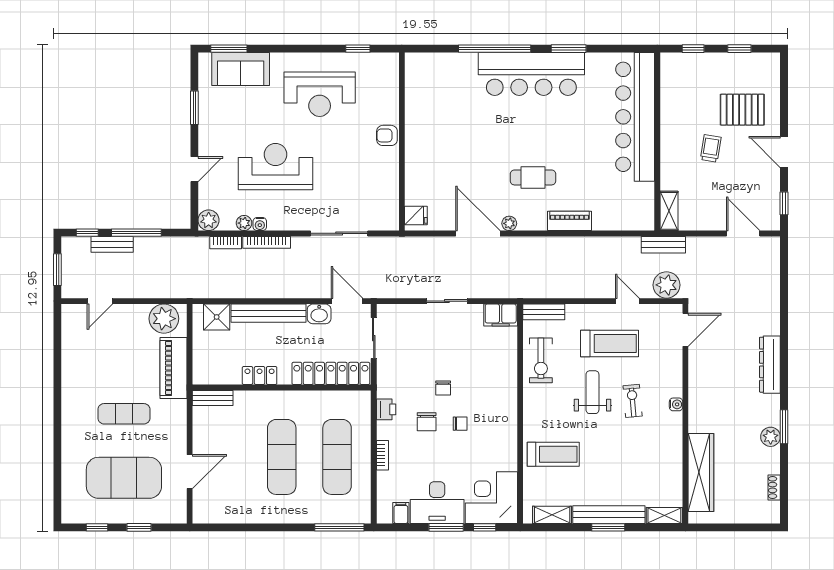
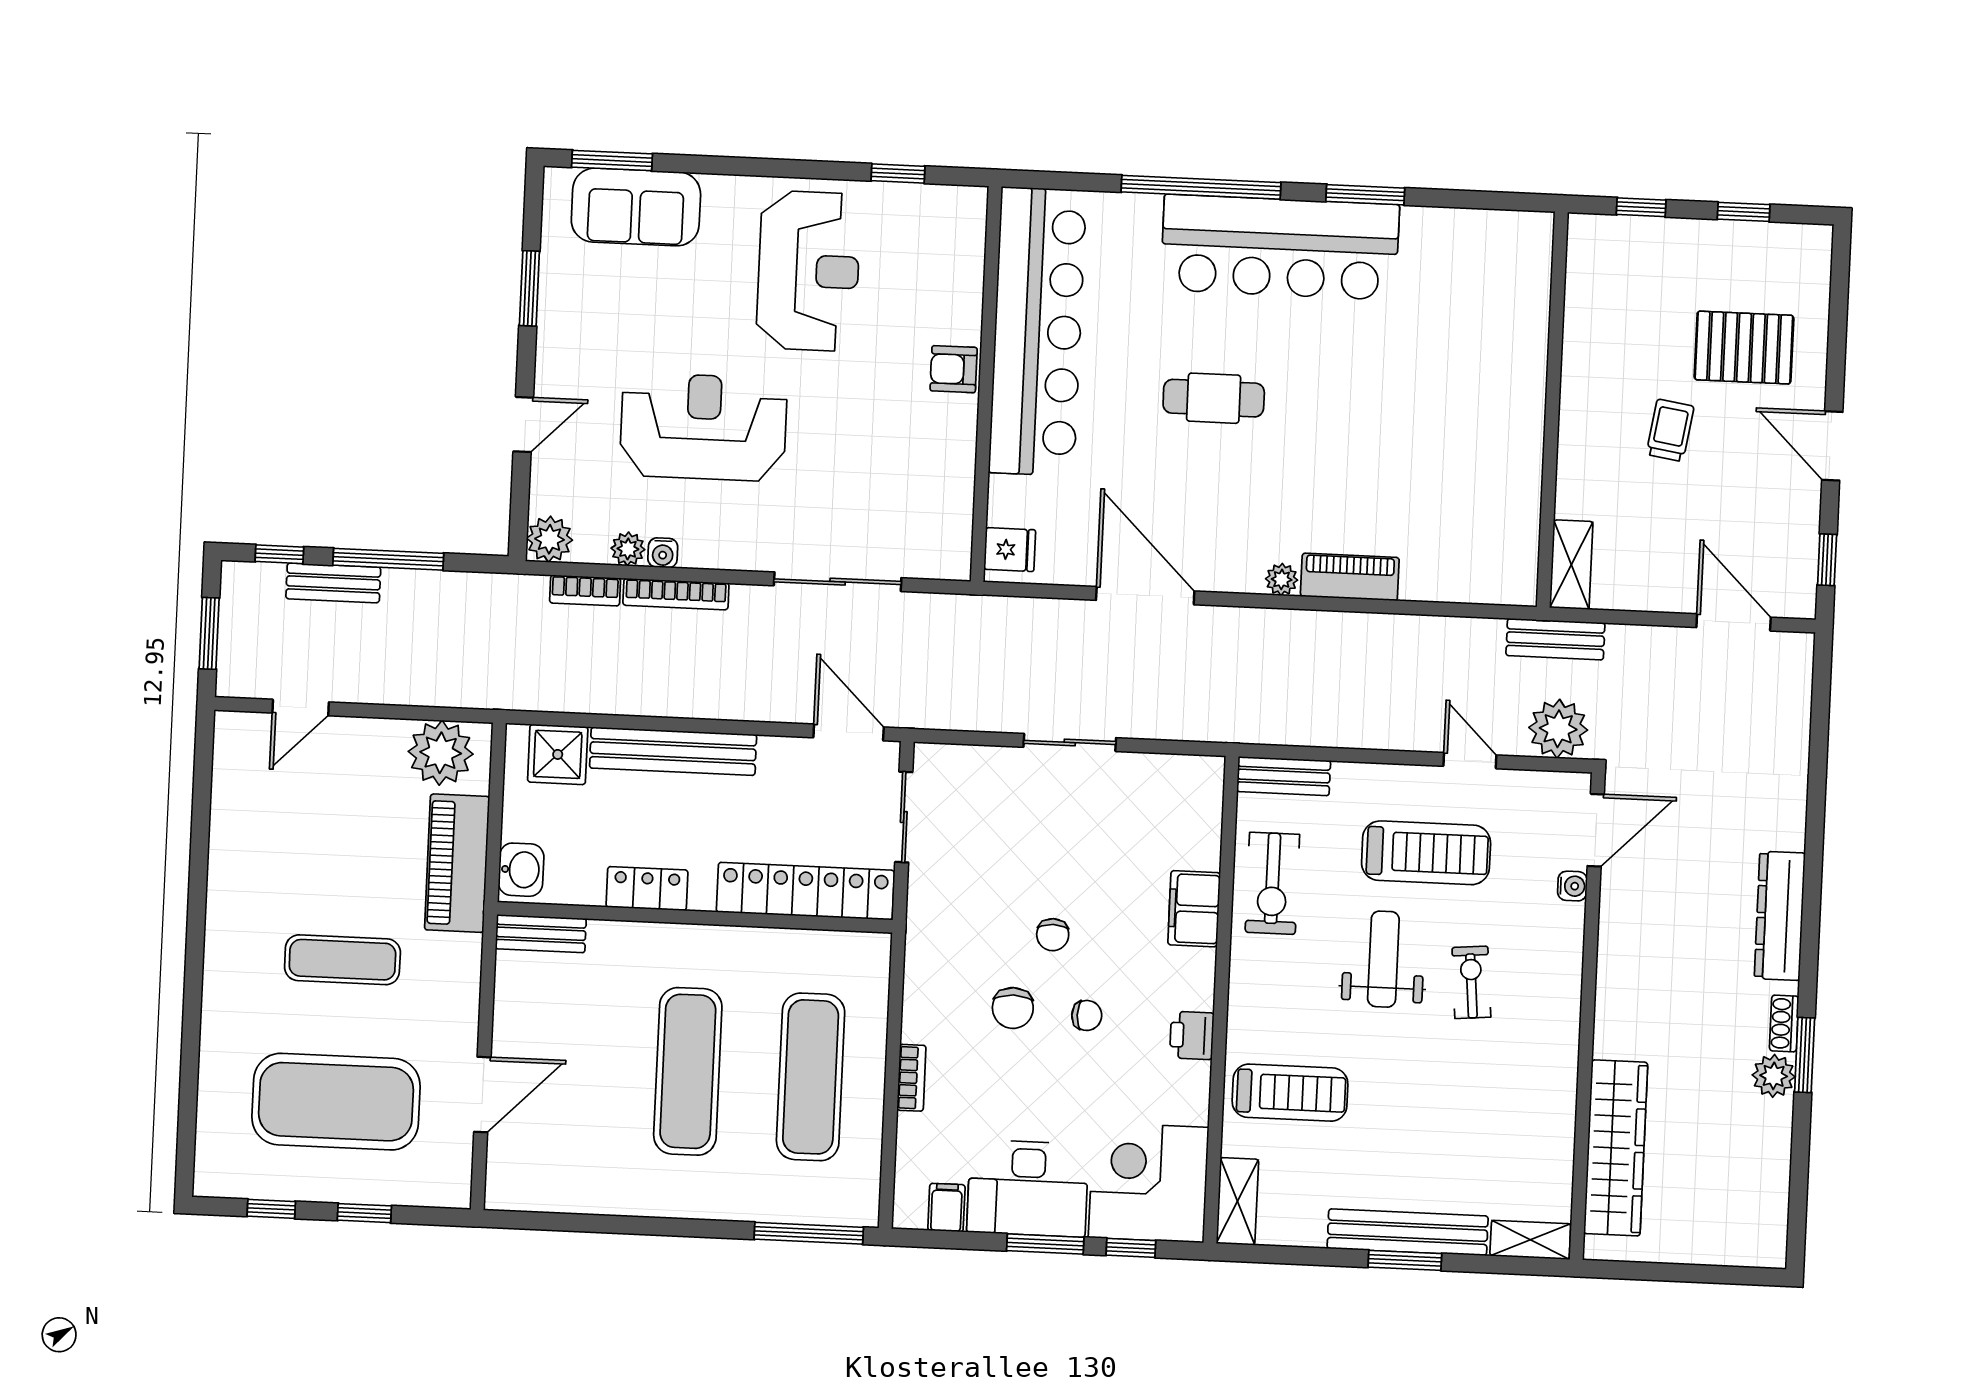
reception desk: (320, 94) -> (808, 271), turned -90
bar counter: (635, 117) -> (1038, 331), moved, turned 180
cafe table: (533, 177) -> (1214, 398), moved
plant: (509, 223) -> (1282, 579), moved
washbasin: (319, 314) -> (521, 870), moved, turned -90
filing cabinet: (501, 315) -> (1194, 909), moved, turned 90
water cooler: (676, 404) -> (1572, 886), moved
printer: (386, 409) -> (1192, 1035), moved, turned 180
shoe rack: (774, 487) -> (1784, 1023), moved
shelving: (552, 515) -> (1237, 1201), moved, turned 90

